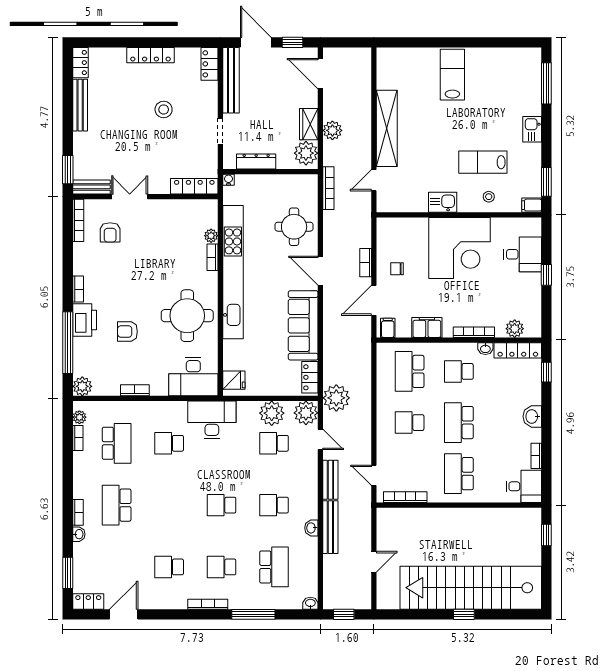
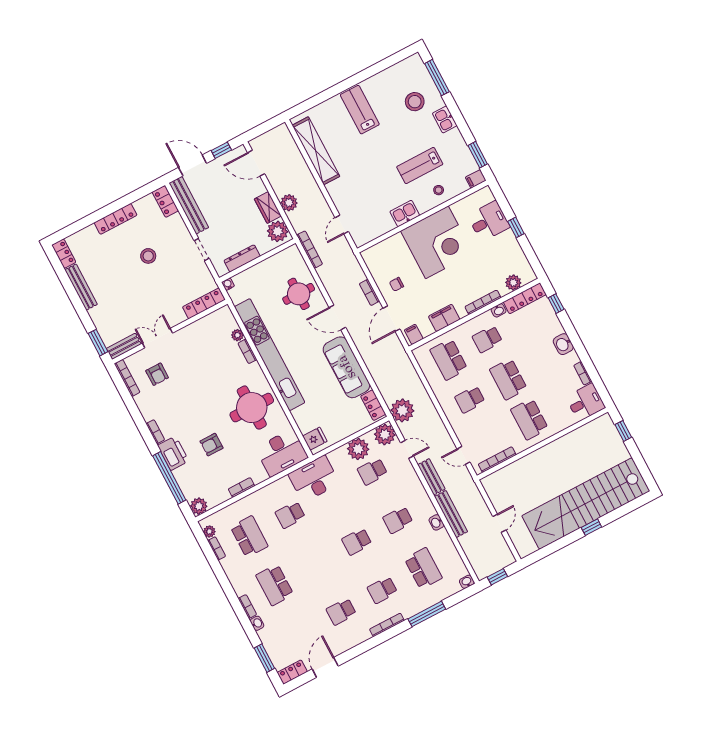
stool: (511, 96) -> (415, 102), added
shelving: (387, 128) -> (316, 151), moved

